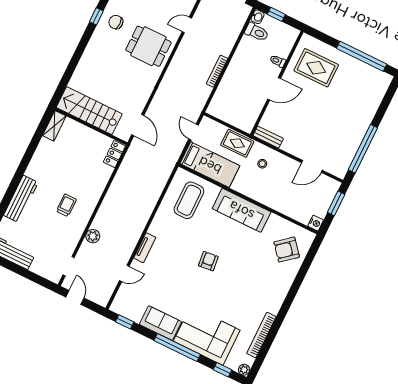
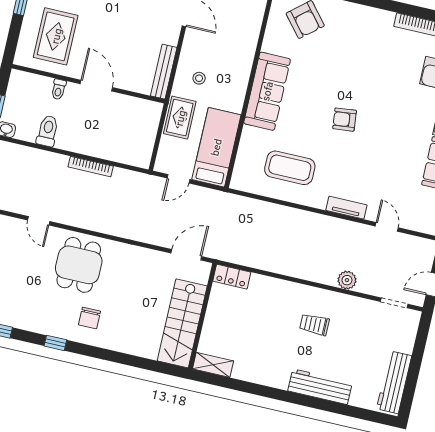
chair: (116, 22) -> (89, 318), moved
toilet: (257, 32) -> (48, 131), moved
bench: (268, 137) -> (164, 72), width x1.36
coffee table: (189, 200) -> (290, 168), moved

